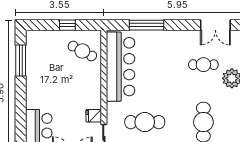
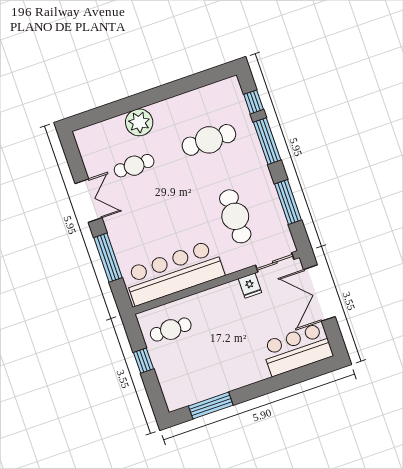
double door: (215, 25) -> (88, 201), moved
cafe table: (82, 51) -> (171, 330), turned 62
cafe table: (203, 65) -> (134, 166), turned 90

